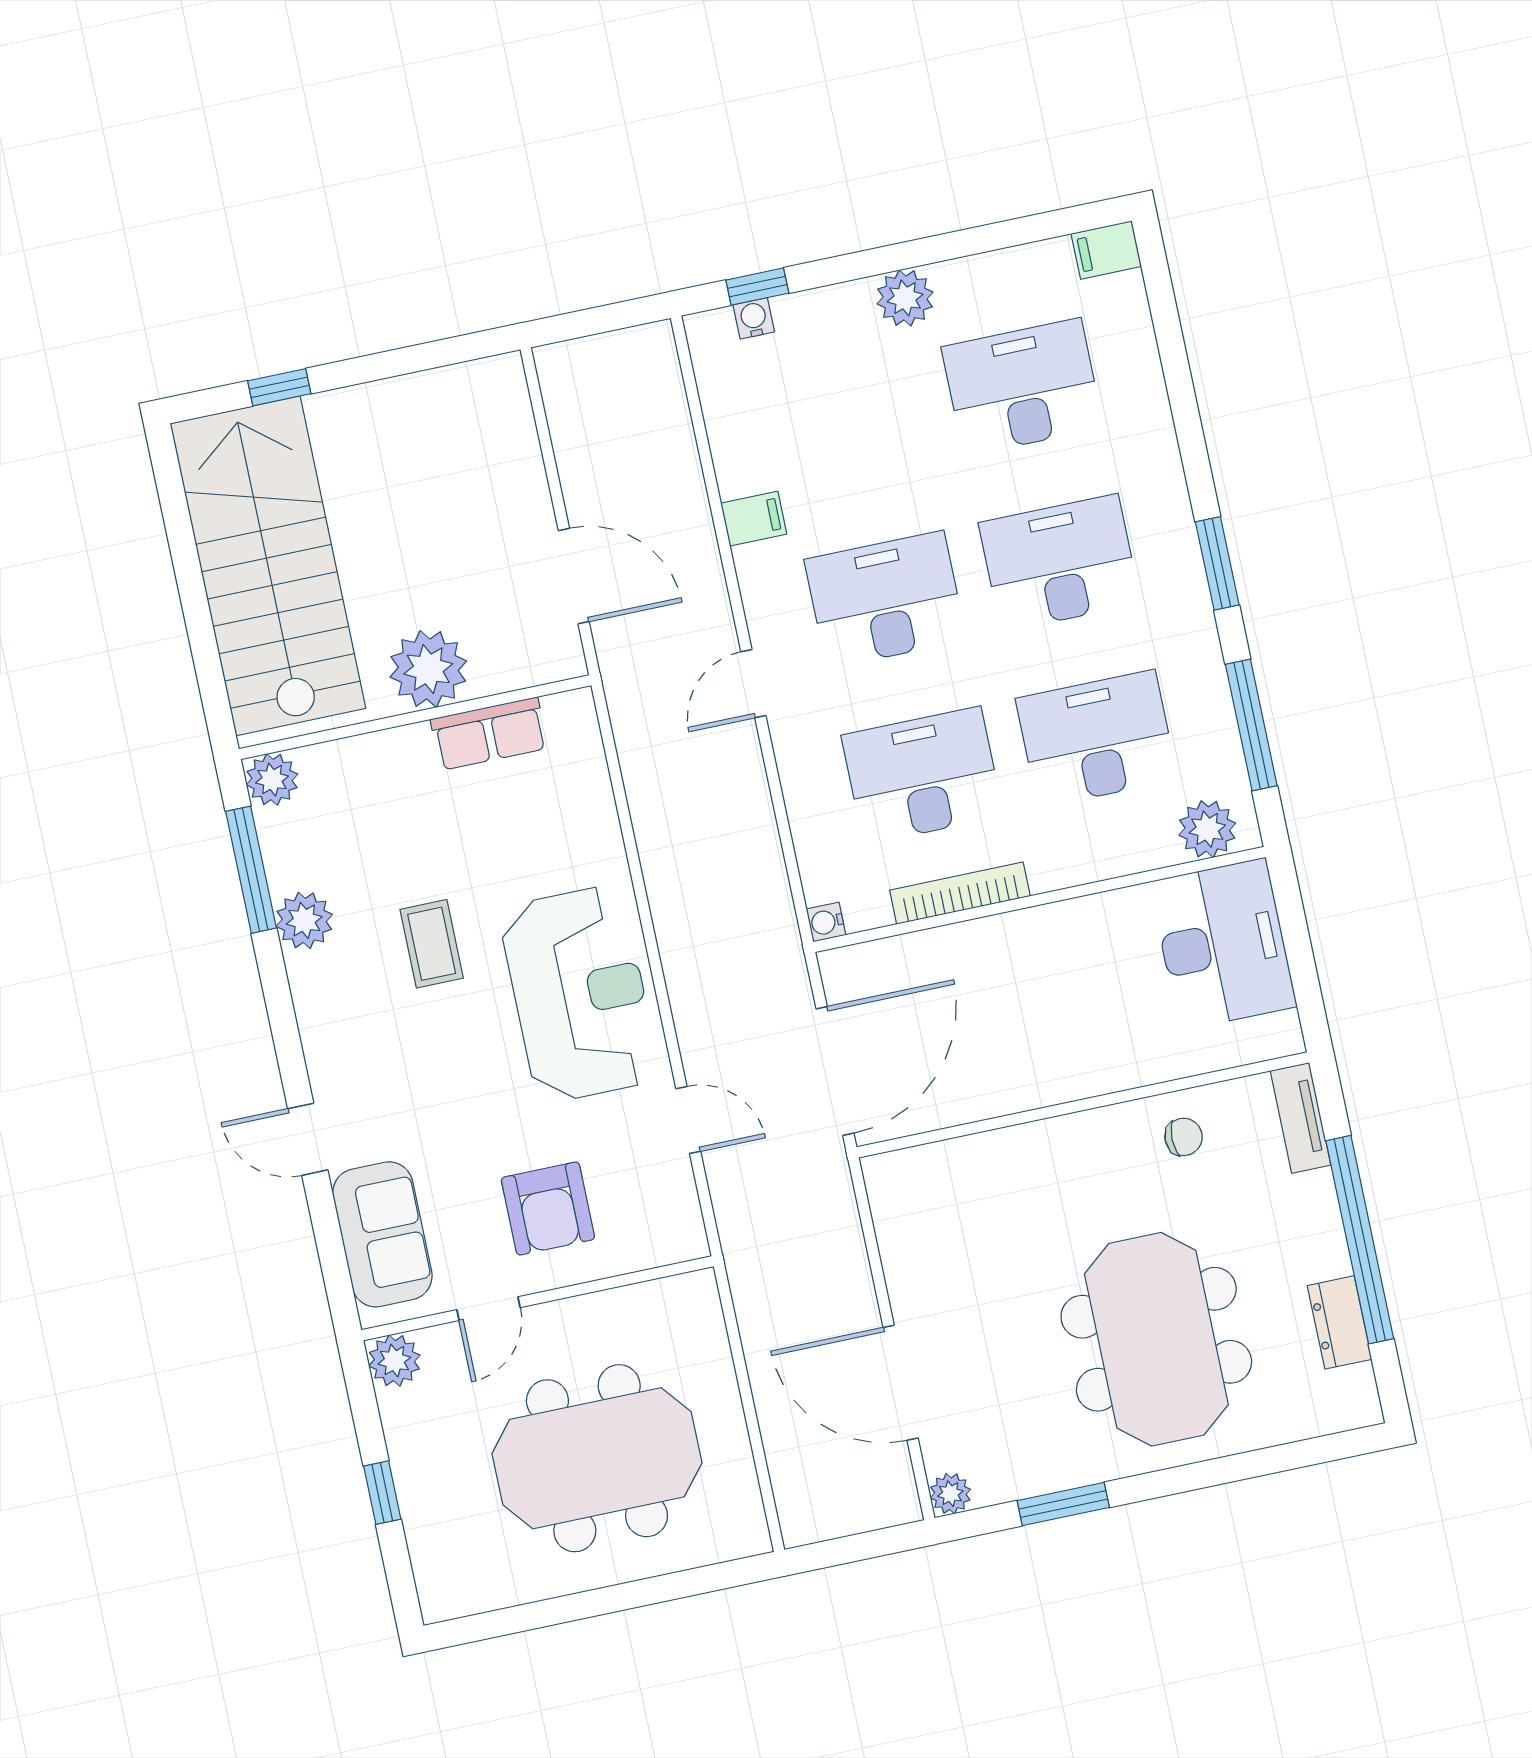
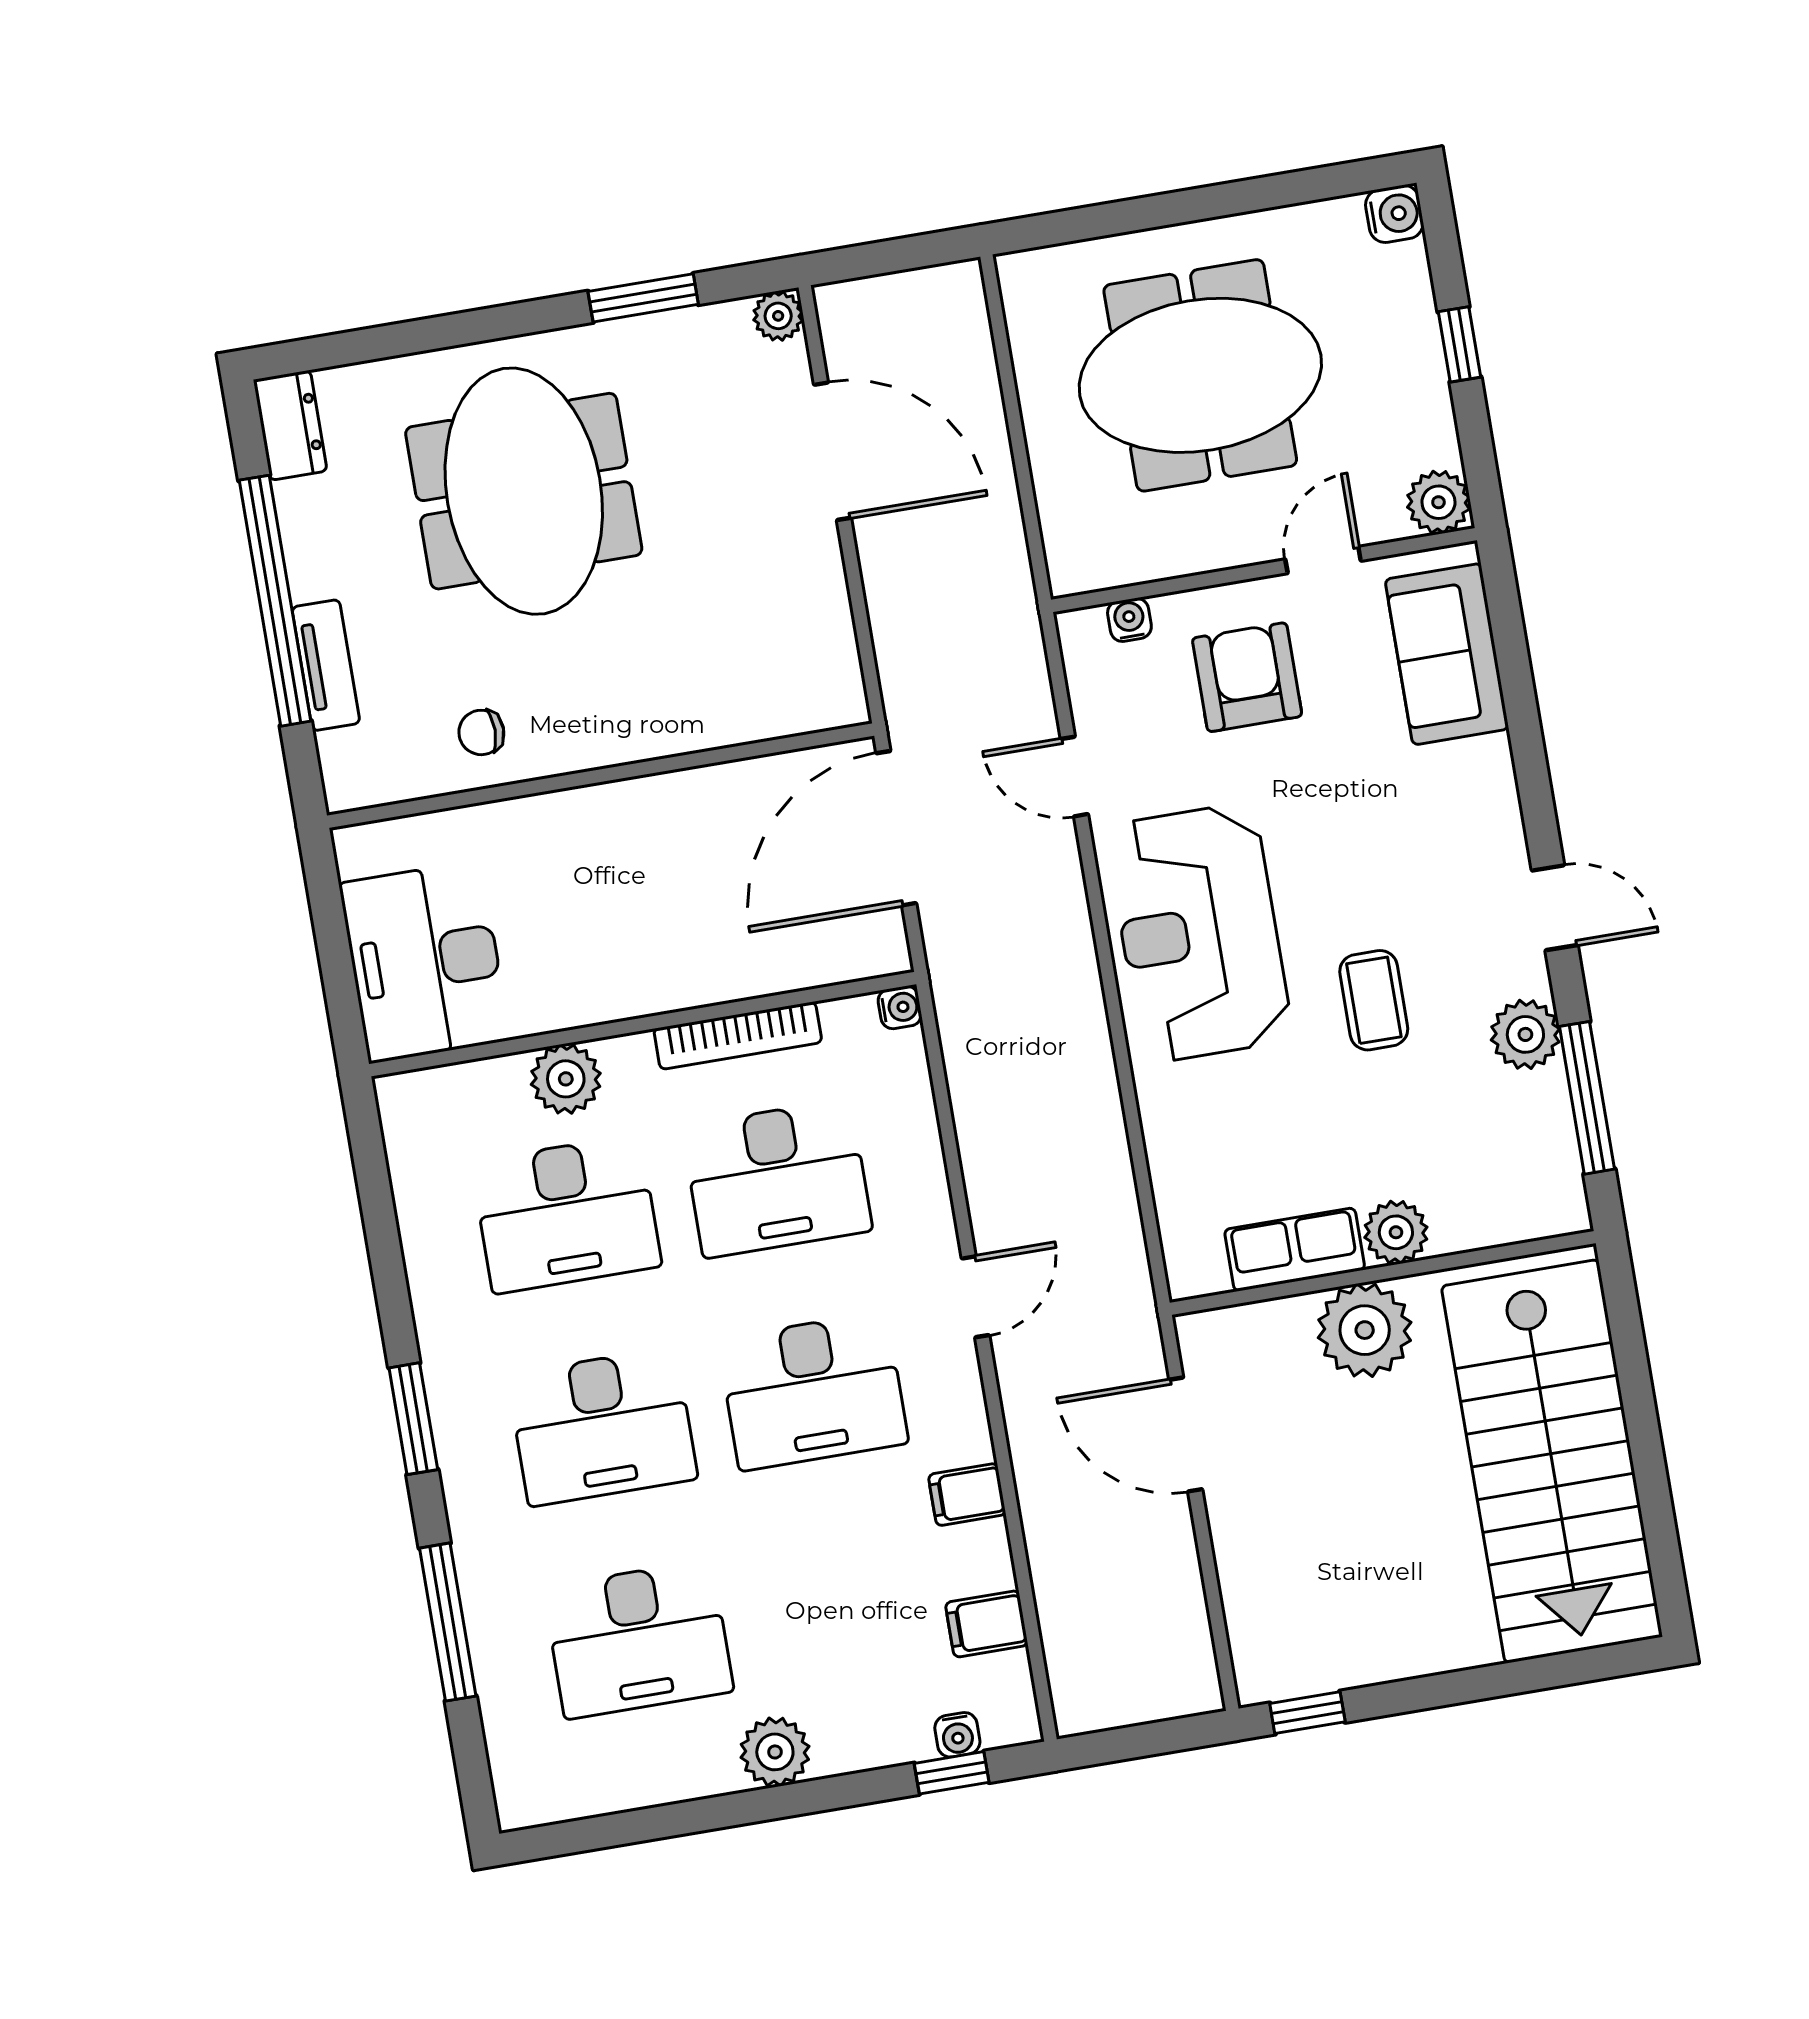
filing cabinet: (1106, 250) -> (987, 1624), moved, turned 180
window: (279, 387) -> (1307, 1713), moved
window: (1251, 725) -> (448, 1622), moved
plant: (272, 779) -> (1396, 1232), moved
plant: (1207, 829) -> (566, 1079), moved
tv unit: (1301, 1118) -> (326, 665), moved
door: (308, 1139) -> (1555, 908), moved
water cooler: (648, 1252) -> (1129, 620), added
dresser: (1340, 1322) -> (290, 425), moved
water cooler: (441, 1599) -> (1394, 214), added

